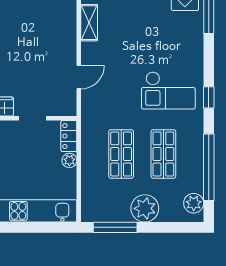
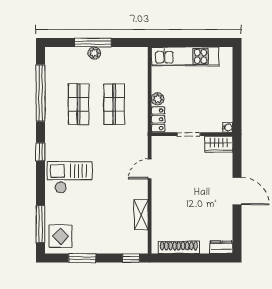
checkout: (168, 90) -> (70, 177), moved
plant: (194, 203) -> (53, 63), removed
plant: (145, 208) -> (94, 53), width x0.53, depth x0.53
window: (115, 227) -> (93, 42), moved

